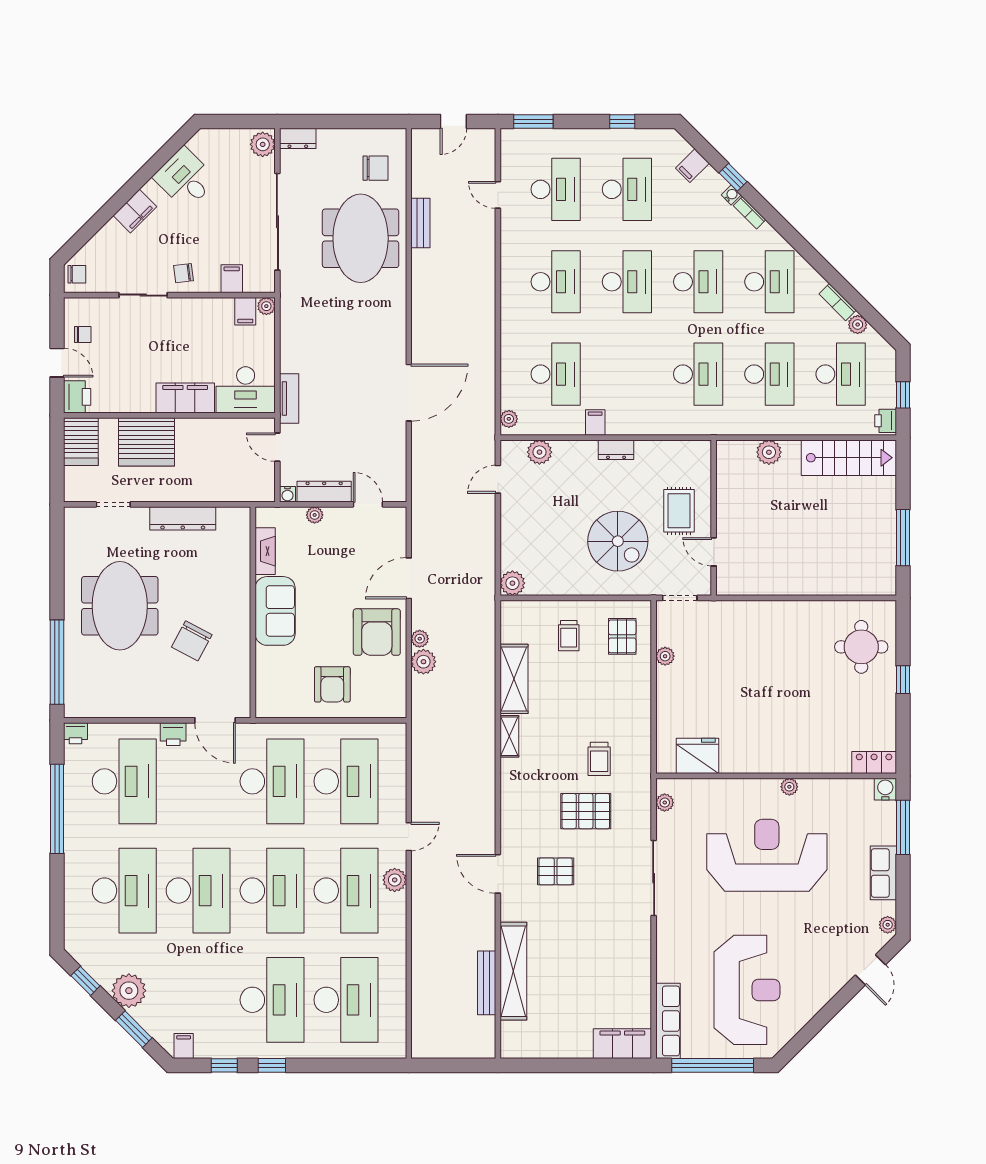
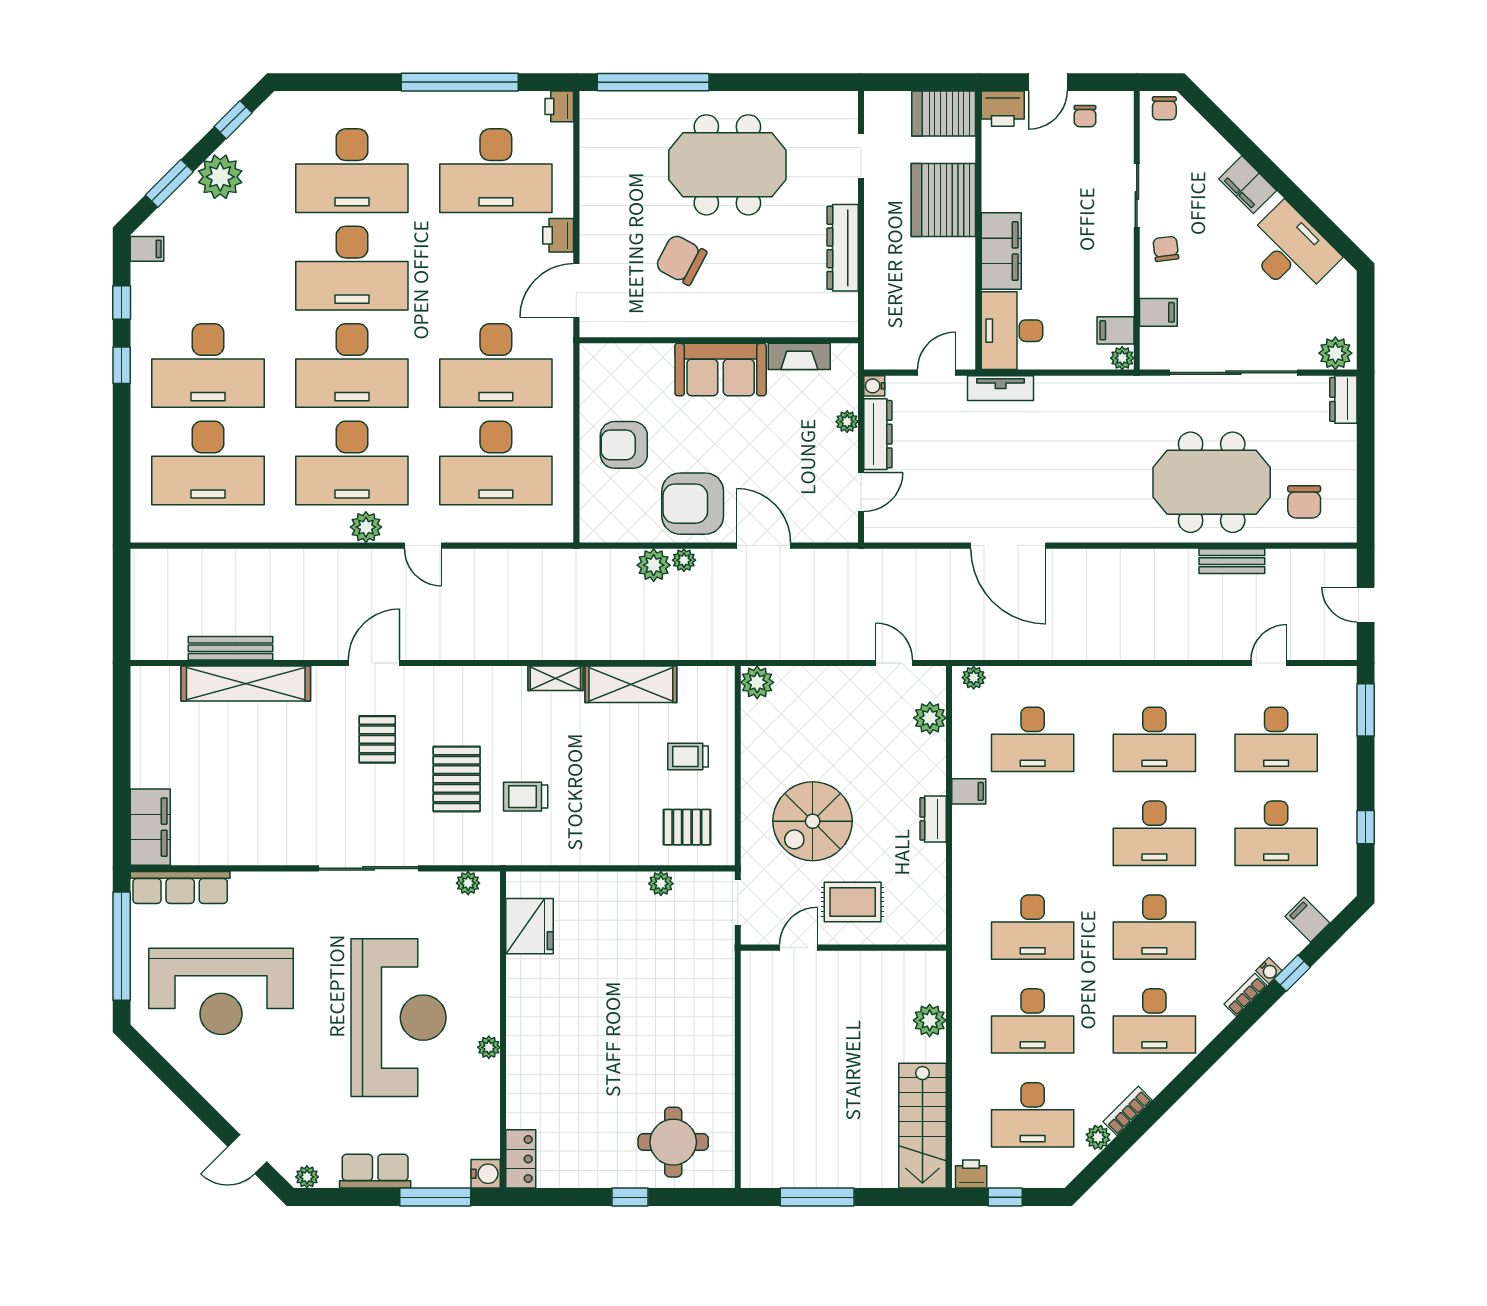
desk: (185, 178) -> (1291, 251), width x1.37

